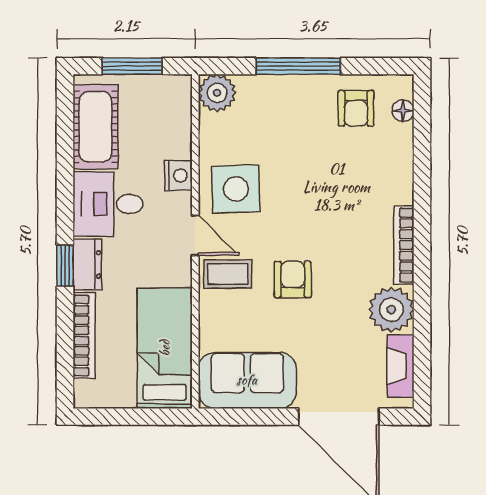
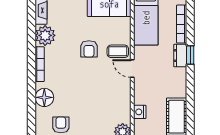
floor lamp: (403, 111) -> (44, 97), moved, width x1.89, depth x1.89
nightstand: (178, 175) -> (140, 112), moved
side table: (236, 189) -> (114, 89), removed
desk: (108, 204) -> (171, 82), removed

